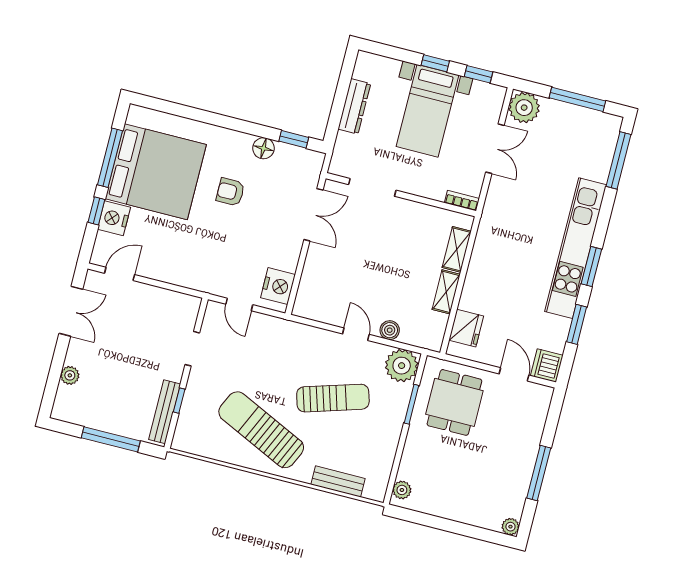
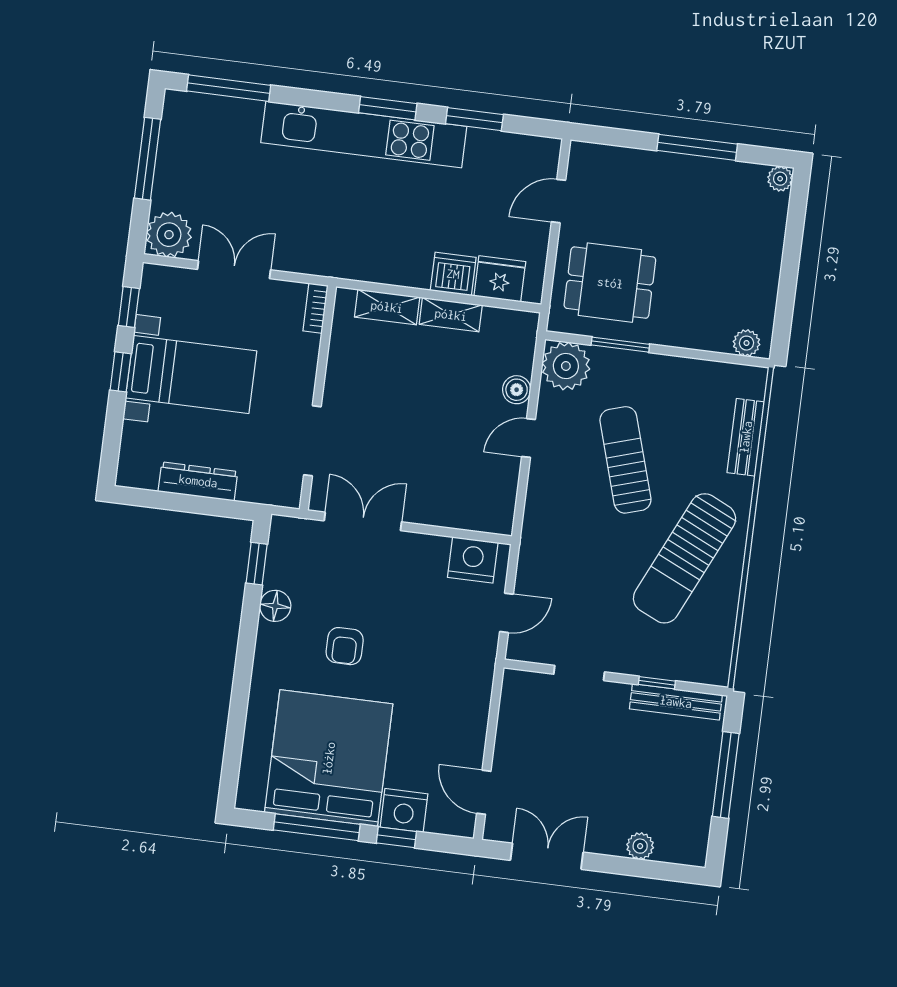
dishwasher: (547, 366) -> (453, 274), moved, turned 180

